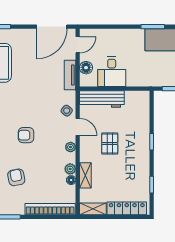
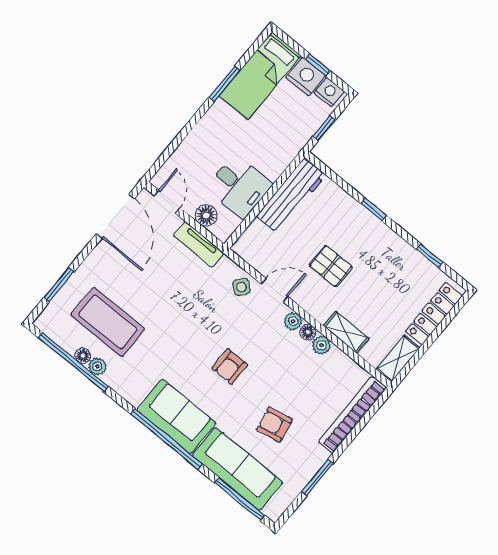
workbench: (102, 99) -> (291, 196), moved
floor lamp: (71, 180) -> (308, 332), moved

